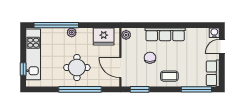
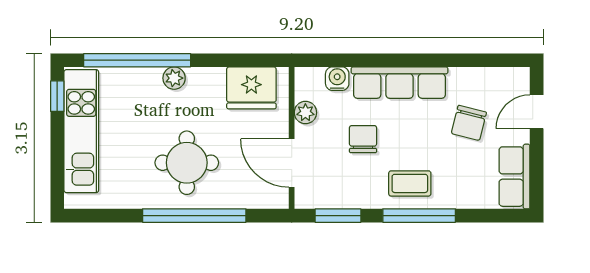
water cooler: (214, 33) -> (337, 79), moved
plant: (126, 35) -> (305, 113), moved
chair: (194, 51) -> (469, 123), added
window: (23, 69) -> (57, 96), moved
window: (196, 89) -> (419, 216), moved

